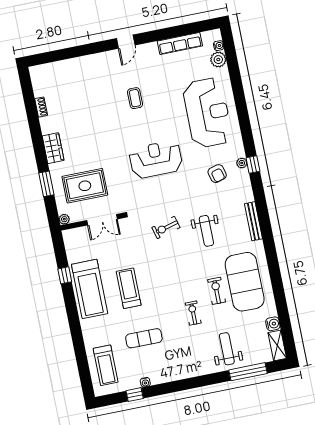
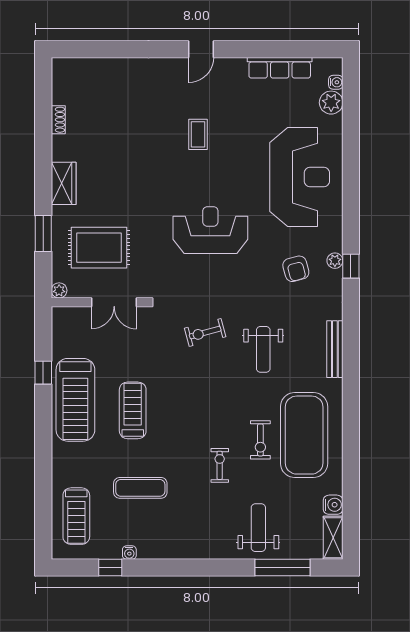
exercise bike: (217, 291) -> (260, 440), turned 180

